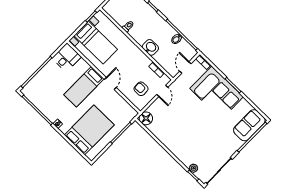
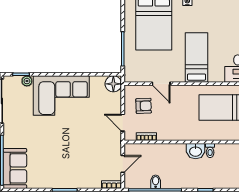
washbasin: (150, 47) -> (196, 151), moved
door: (185, 67) -> (123, 164), hinge flipped
door: (110, 83) -> (161, 84), moved
corner sofa: (217, 93) -> (61, 95), moved, turned 180

